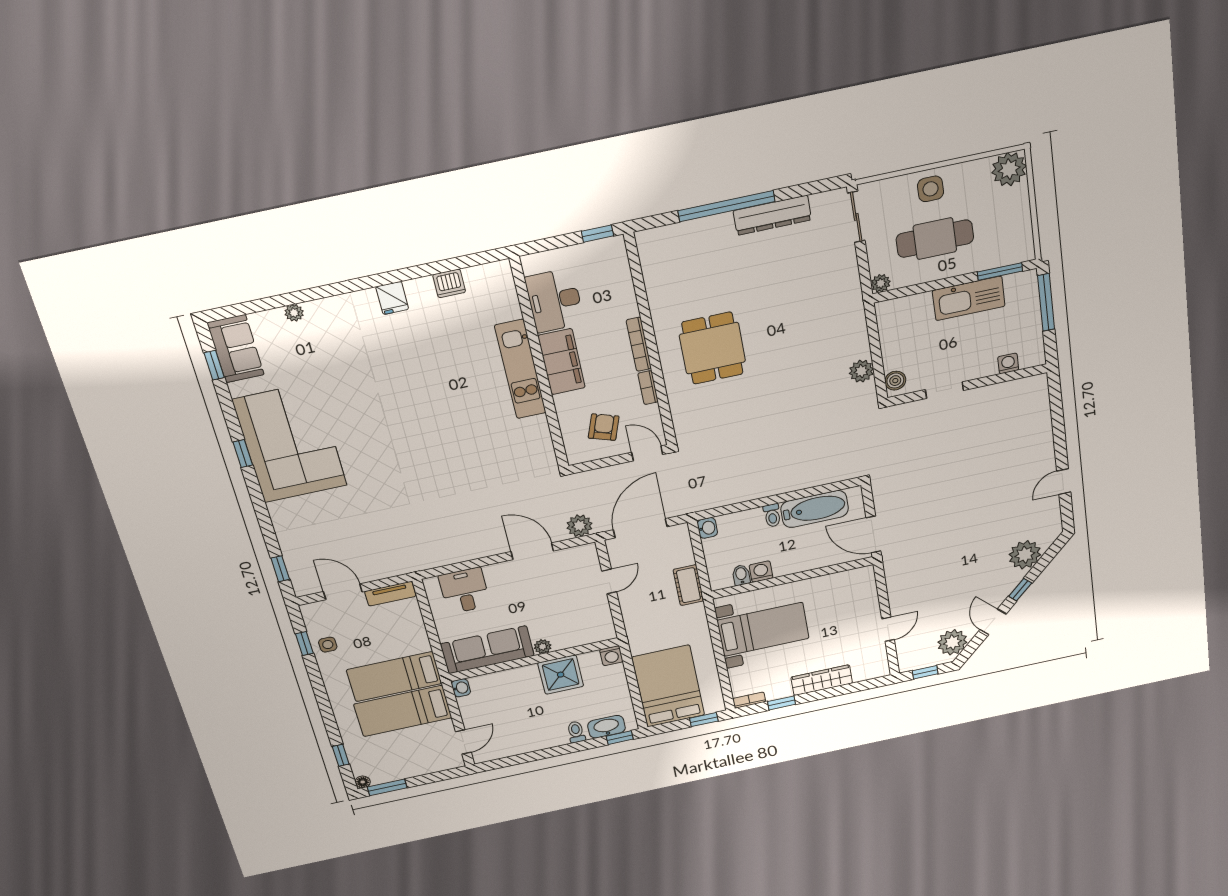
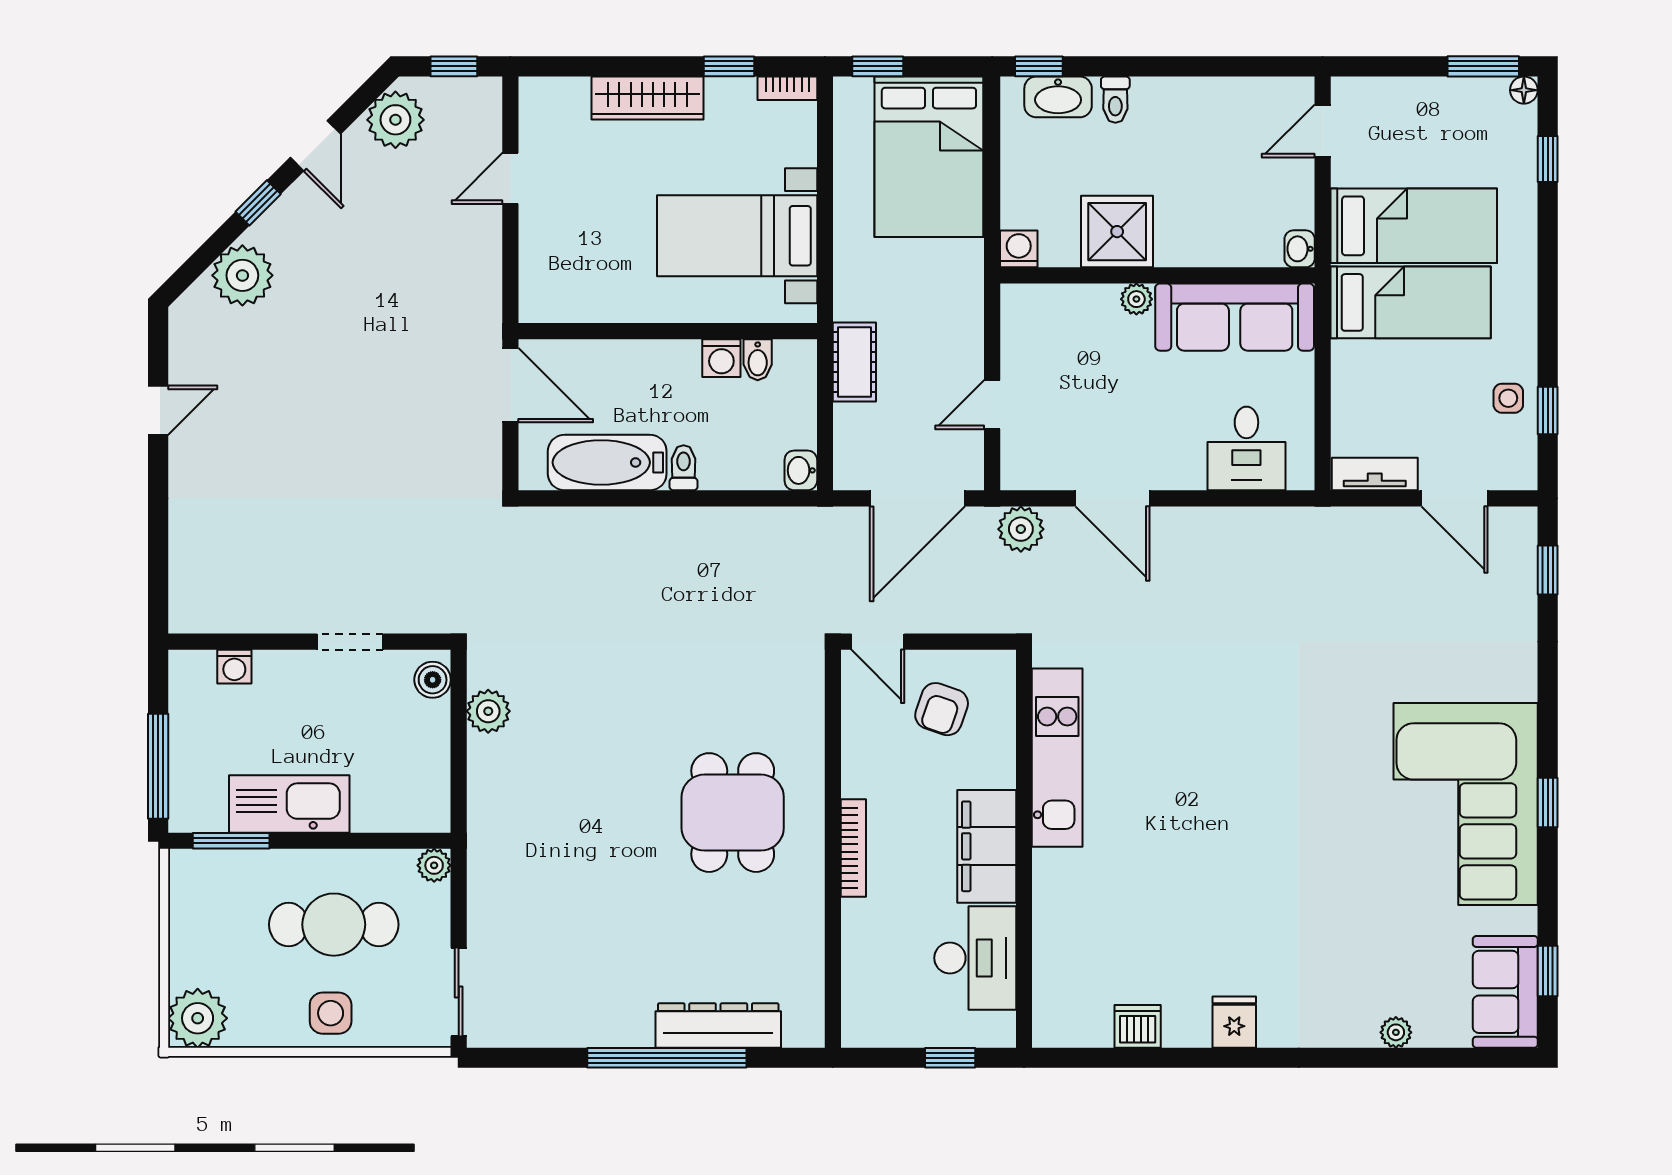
dresser: (772, 215) -> (718, 1025), moved
window: (597, 234) -> (950, 1058), moved
kitchen unit: (520, 369) -> (1057, 758), moved
bookcase: (648, 388) -> (853, 765), removed

